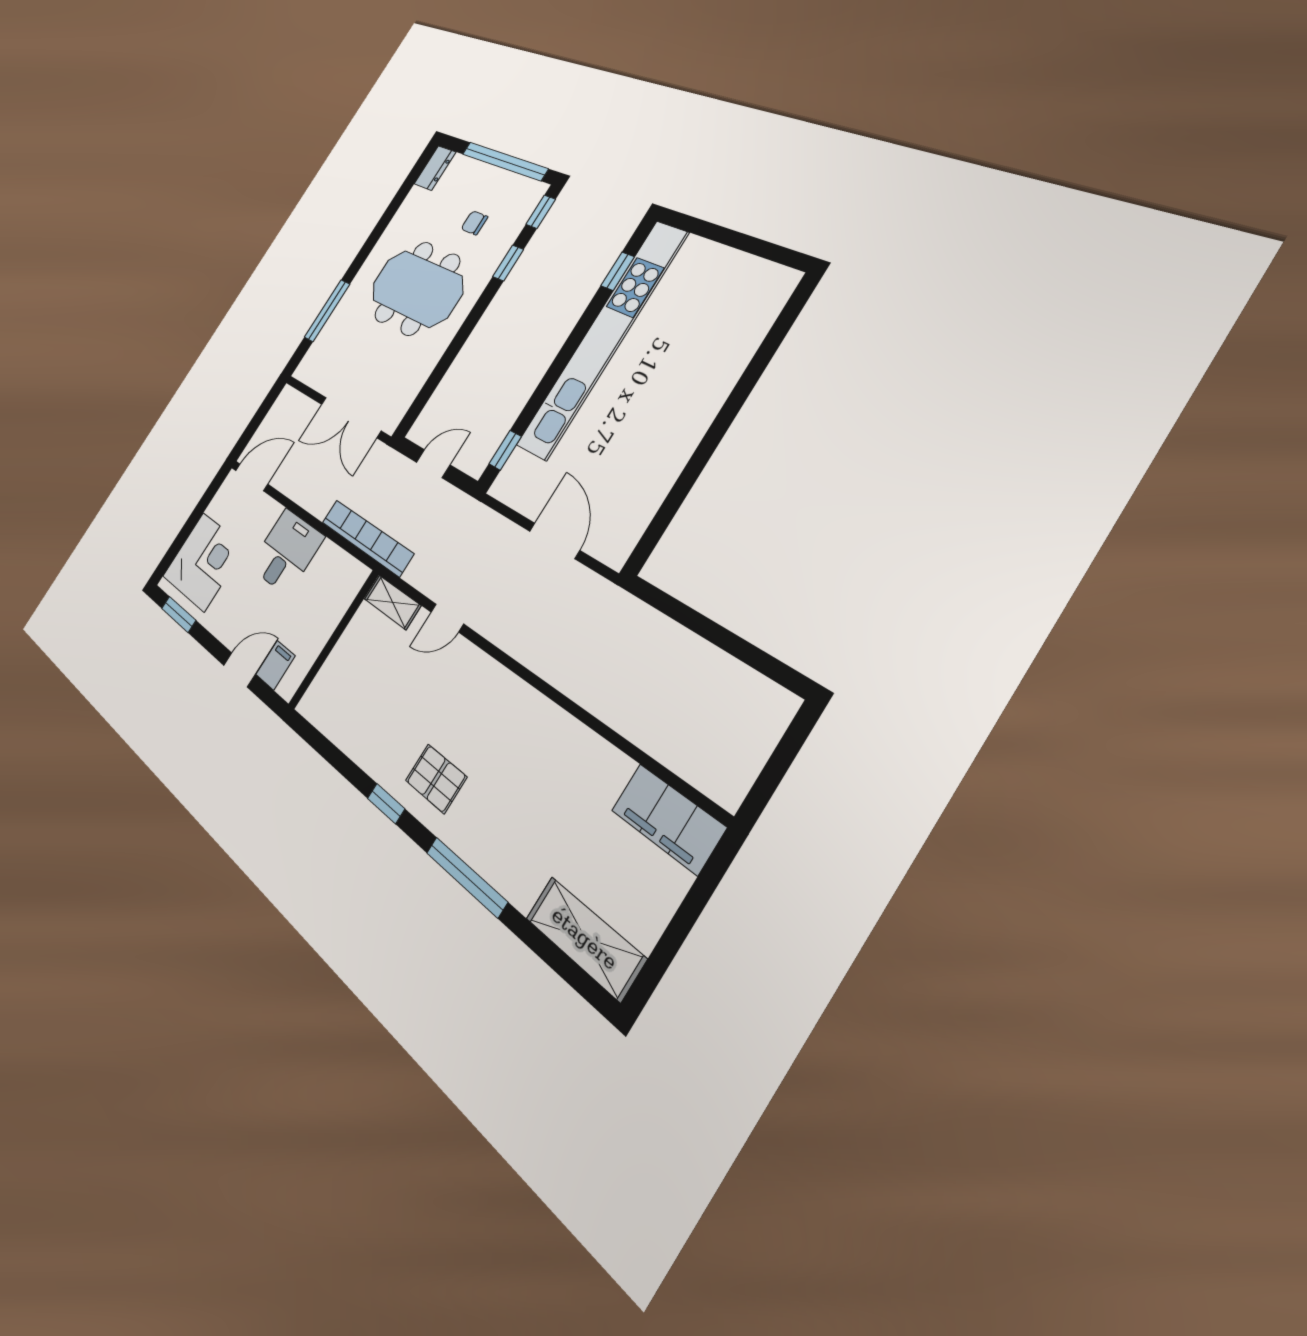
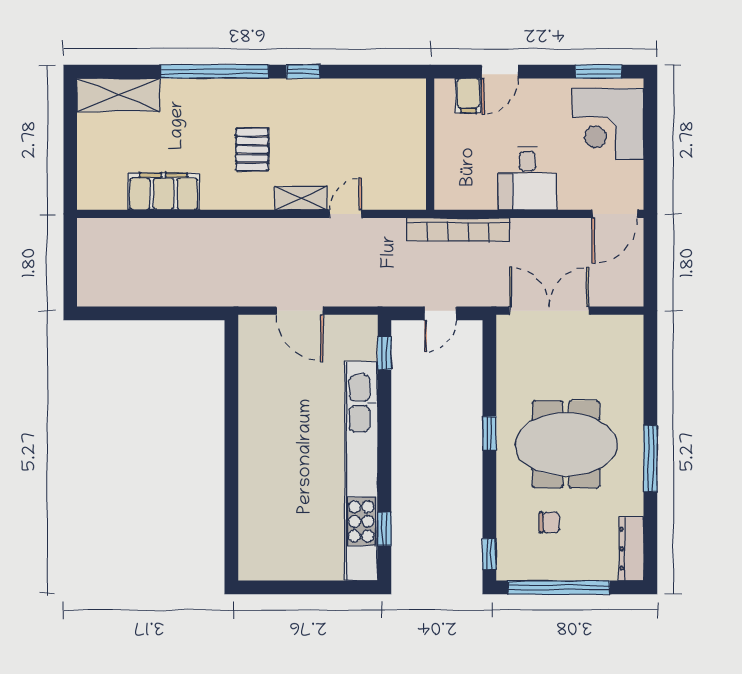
dresser: (435, 168) -> (631, 549), width x1.44
window: (508, 263) -> (489, 433), moved
window: (327, 311) -> (650, 459), moved
shelving: (393, 602) -> (301, 198), moved
pallet: (436, 779) -> (252, 149), moved, turned 90
filing cabinet: (668, 819) -> (164, 191), moved
window: (466, 877) -> (214, 72), width x1.46

